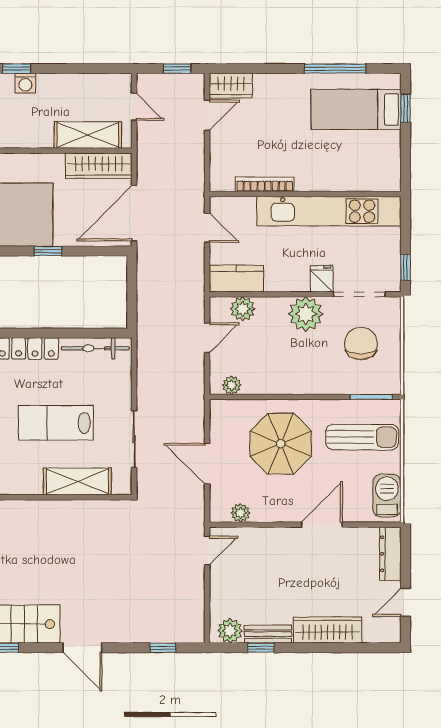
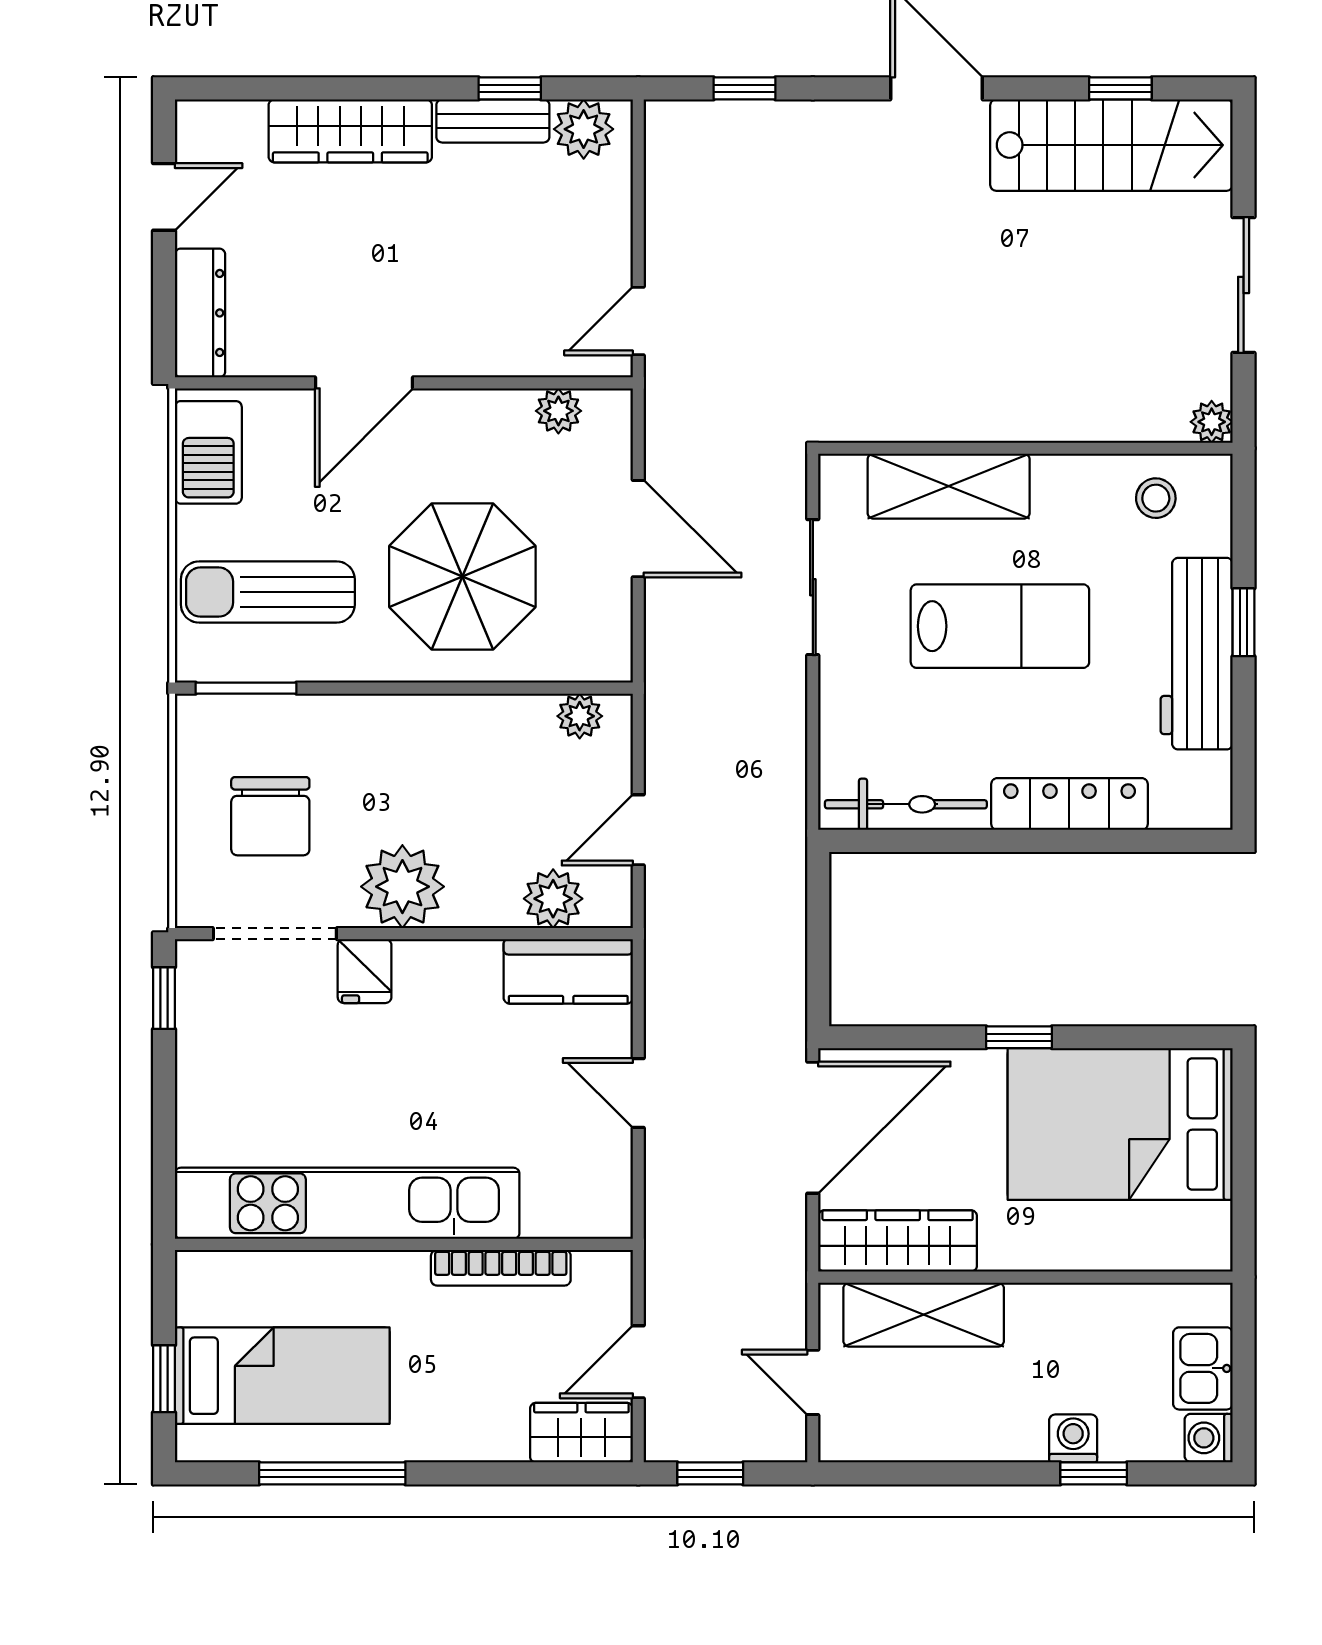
bookcase: (265, 184) -> (501, 1268), moved
wall: (305, 194) -> (404, 1244), moved
kitchen unit: (329, 211) -> (347, 1203), moved

